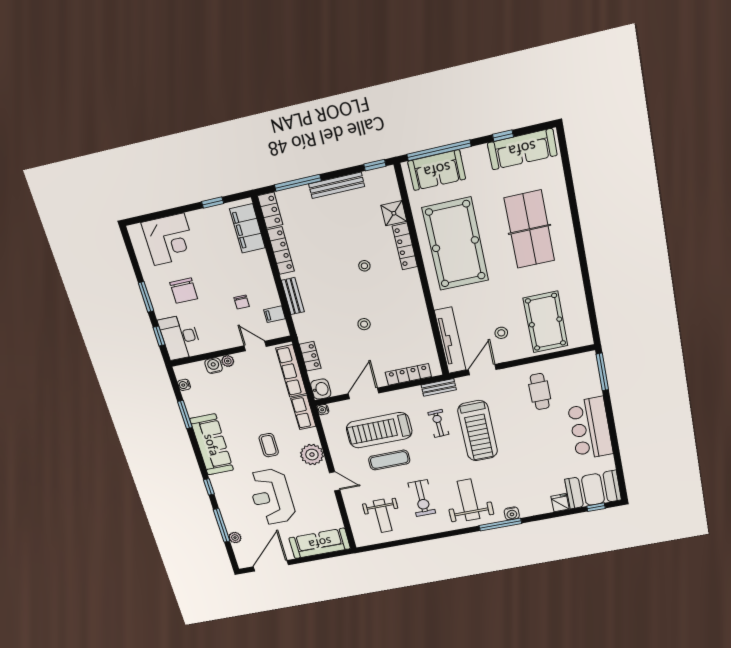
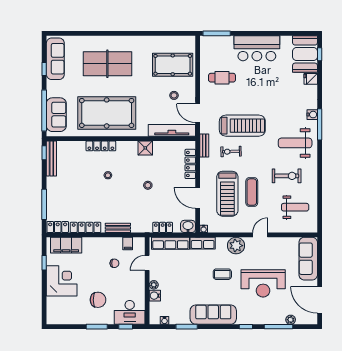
bench: (337, 185) -> (51, 159), moved
shower: (394, 213) -> (145, 148), moved
corner desk: (169, 239) -> (62, 281), moved

